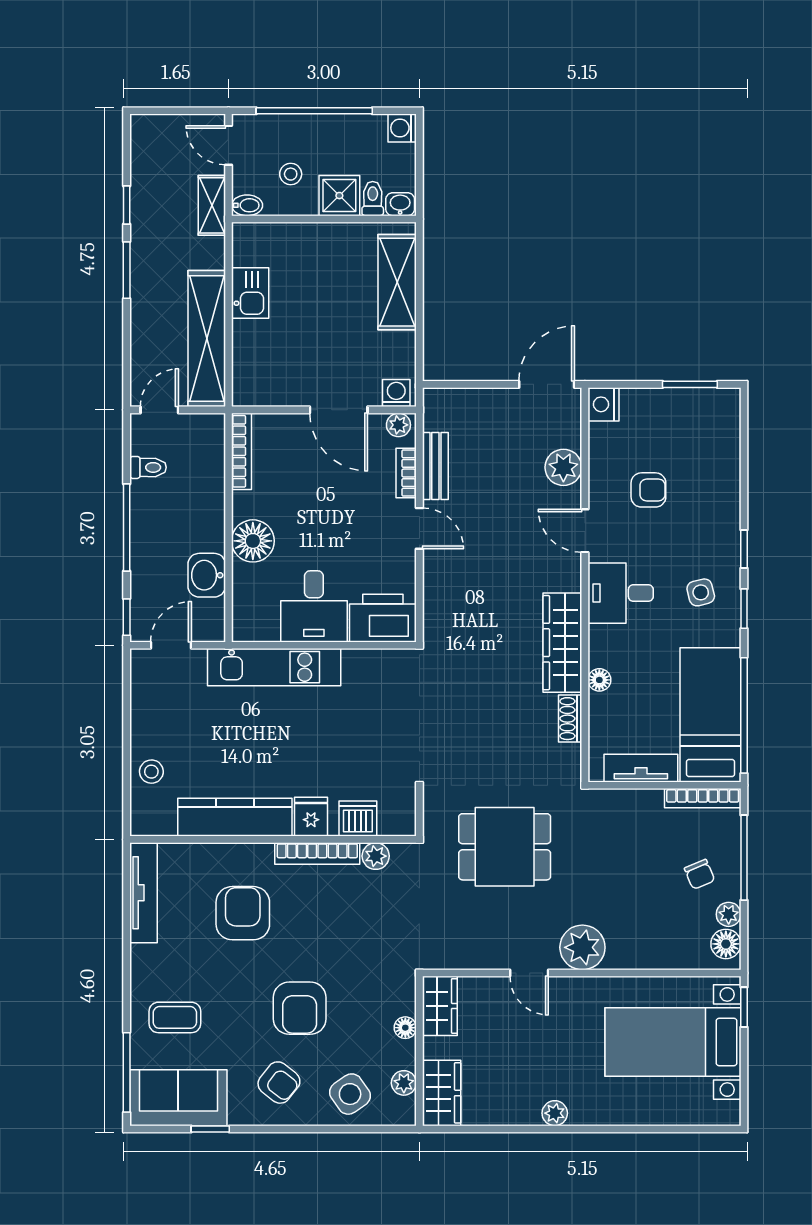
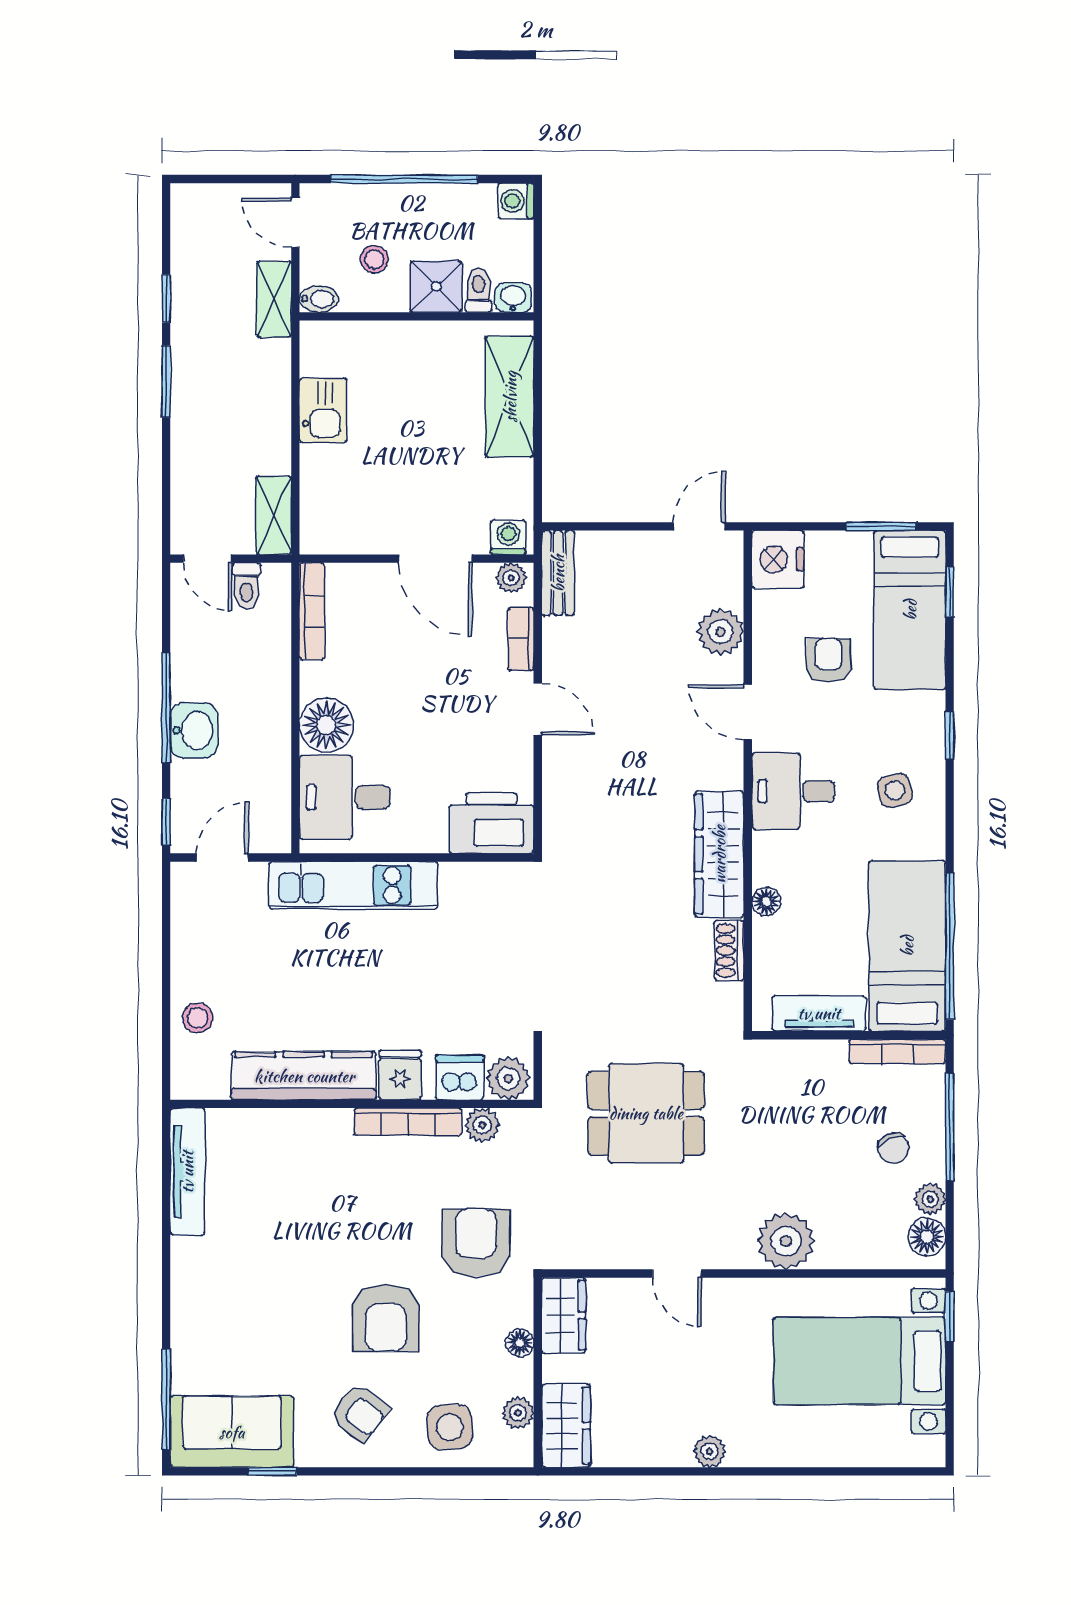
shelving: (207, 339) -> (274, 515), width x0.45, depth x0.75
door: (547, 384) -> (699, 526), width x0.73
nightstand: (603, 404) -> (778, 559), width x1.36, depth x1.33
door: (159, 410) -> (208, 559), swing flipped
bed: (713, 450) -> (910, 610), added
bench: (435, 466) -> (558, 573), moved
toilet: (148, 467) -> (246, 586), moved, turned 90
armchair: (648, 490) -> (828, 660), turned -90
washbasin: (207, 575) -> (194, 730), moved, turned 180
desk: (314, 606) -> (345, 797), moved, turned 90
window: (744, 609) -> (950, 592), moved
plant: (396, 819) -> (508, 1078), added
armchair: (243, 913) -> (476, 1243), moved
plant: (582, 947) -> (786, 1241), moved
coffee table: (175, 1017) -> (227, 1330), removed
side table: (350, 1094) -> (450, 1427), turned 32

